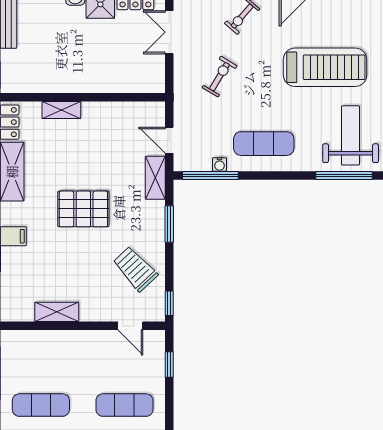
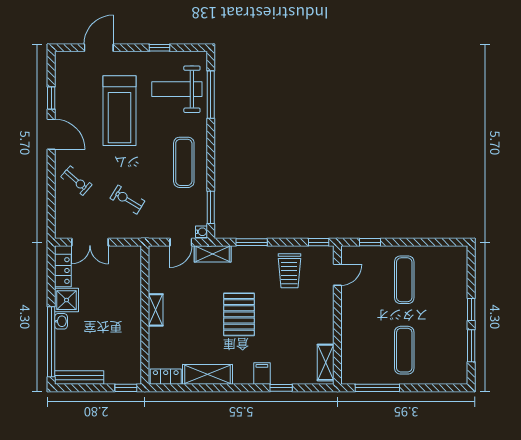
treadmill: (325, 67) -> (120, 111), turned 180
shelving: (61, 110) -> (156, 310), moved
water cooler: (220, 164) -> (201, 232), moved
window: (210, 176) -> (211, 207), width x0.69
trolley: (135, 269) -> (289, 271), turned -47
shelving: (57, 312) -> (326, 362), moved

